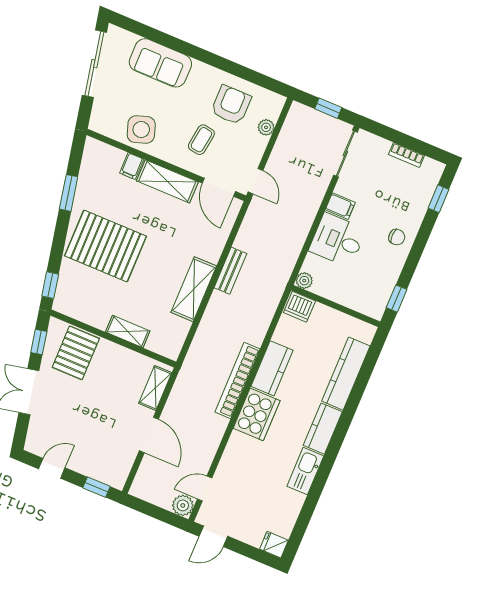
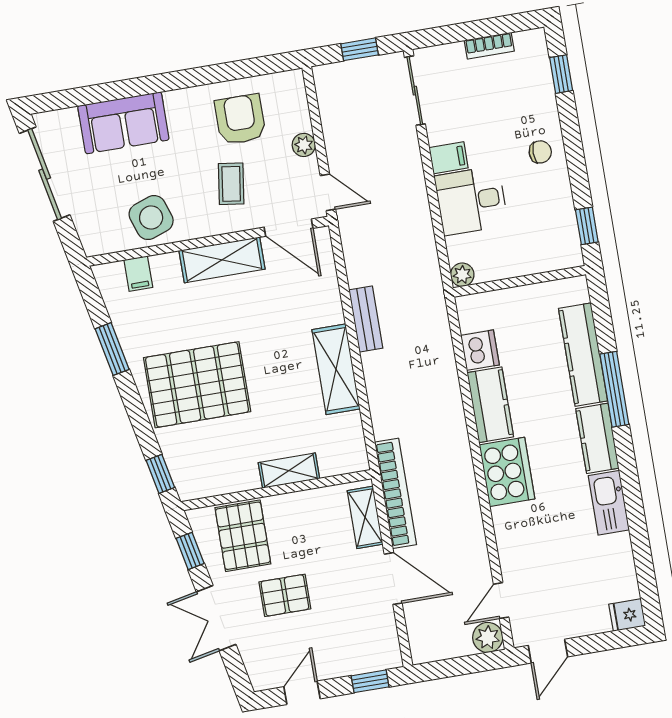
plant: (266, 127) -> (304, 145), moved
filing cabinet: (132, 166) -> (138, 274), moved
dishwasher: (299, 307) -> (480, 350), moved, turned -90
bookcase: (237, 381) -> (396, 493), moved, turned 180
pallet: (78, 404) -> (285, 595), added
window: (351, 406) -> (614, 389), added

